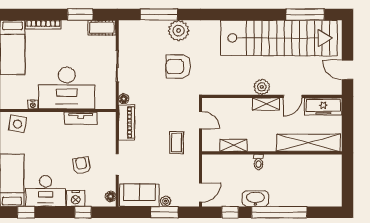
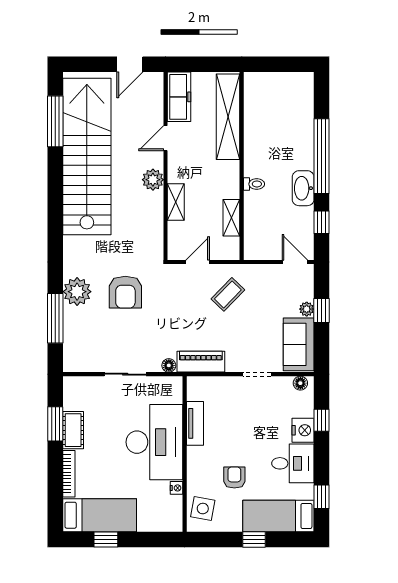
cot: (102, 28) -> (73, 430), moved
door: (293, 96) -> (166, 138), swing flipped
shelving: (266, 104) -> (176, 202), moved
coffee table: (177, 143) -> (228, 294), turned -46
armchair: (82, 165) -> (234, 477), moved, turned 100
desk: (46, 191) -> (293, 463), width x0.73
window: (164, 212) -> (321, 311), width x0.67

